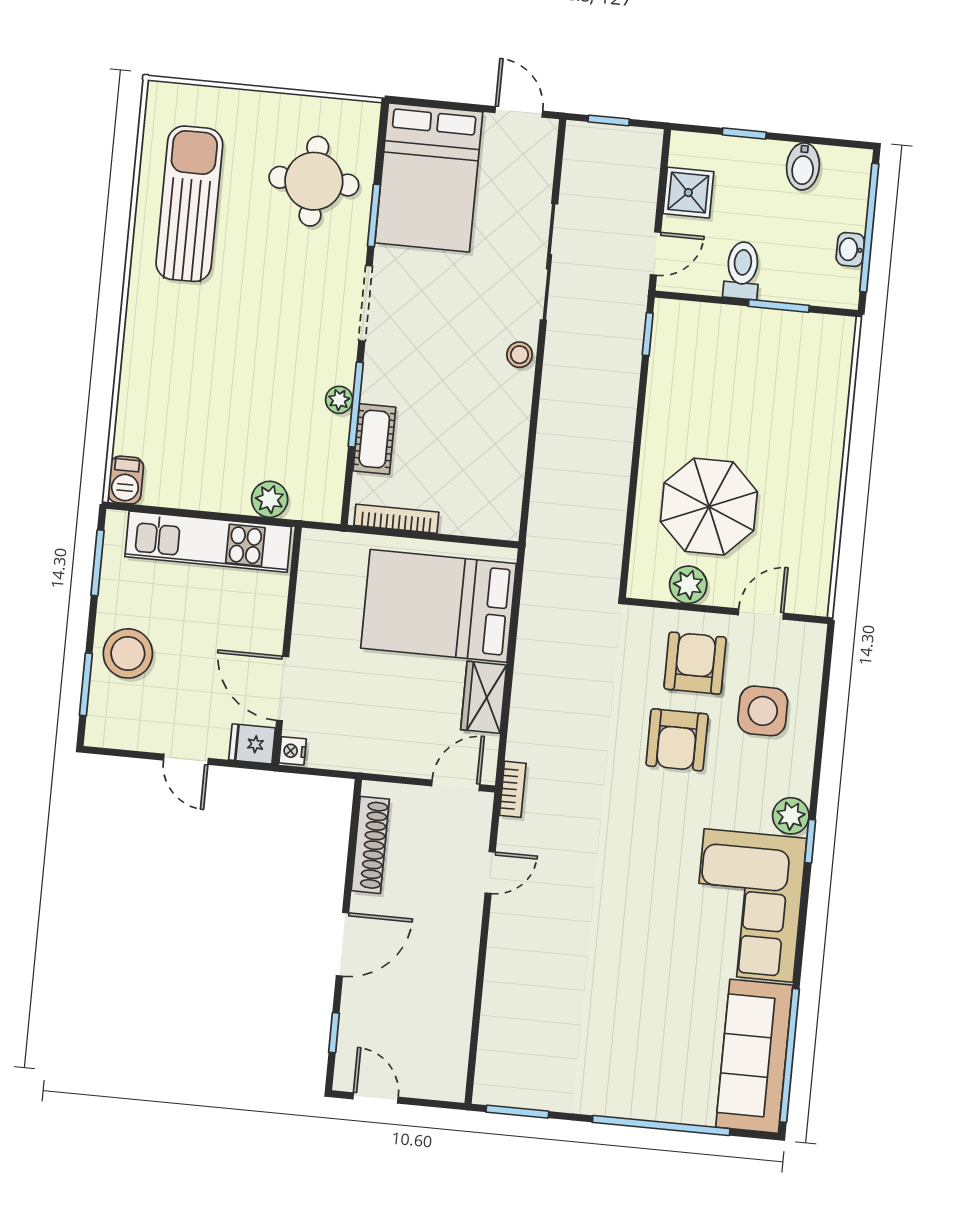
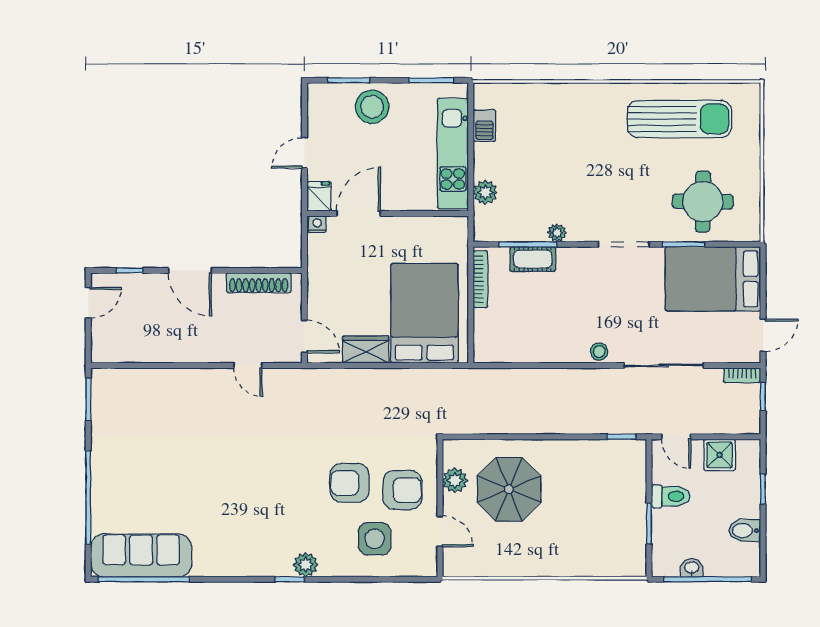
window: (356, 405) -> (528, 244), moved
barbecue: (126, 480) -> (484, 126), moved, turned -90
bookcase: (513, 789) -> (742, 375), moved
corner sofa: (749, 905) -> (242, 542), removed

